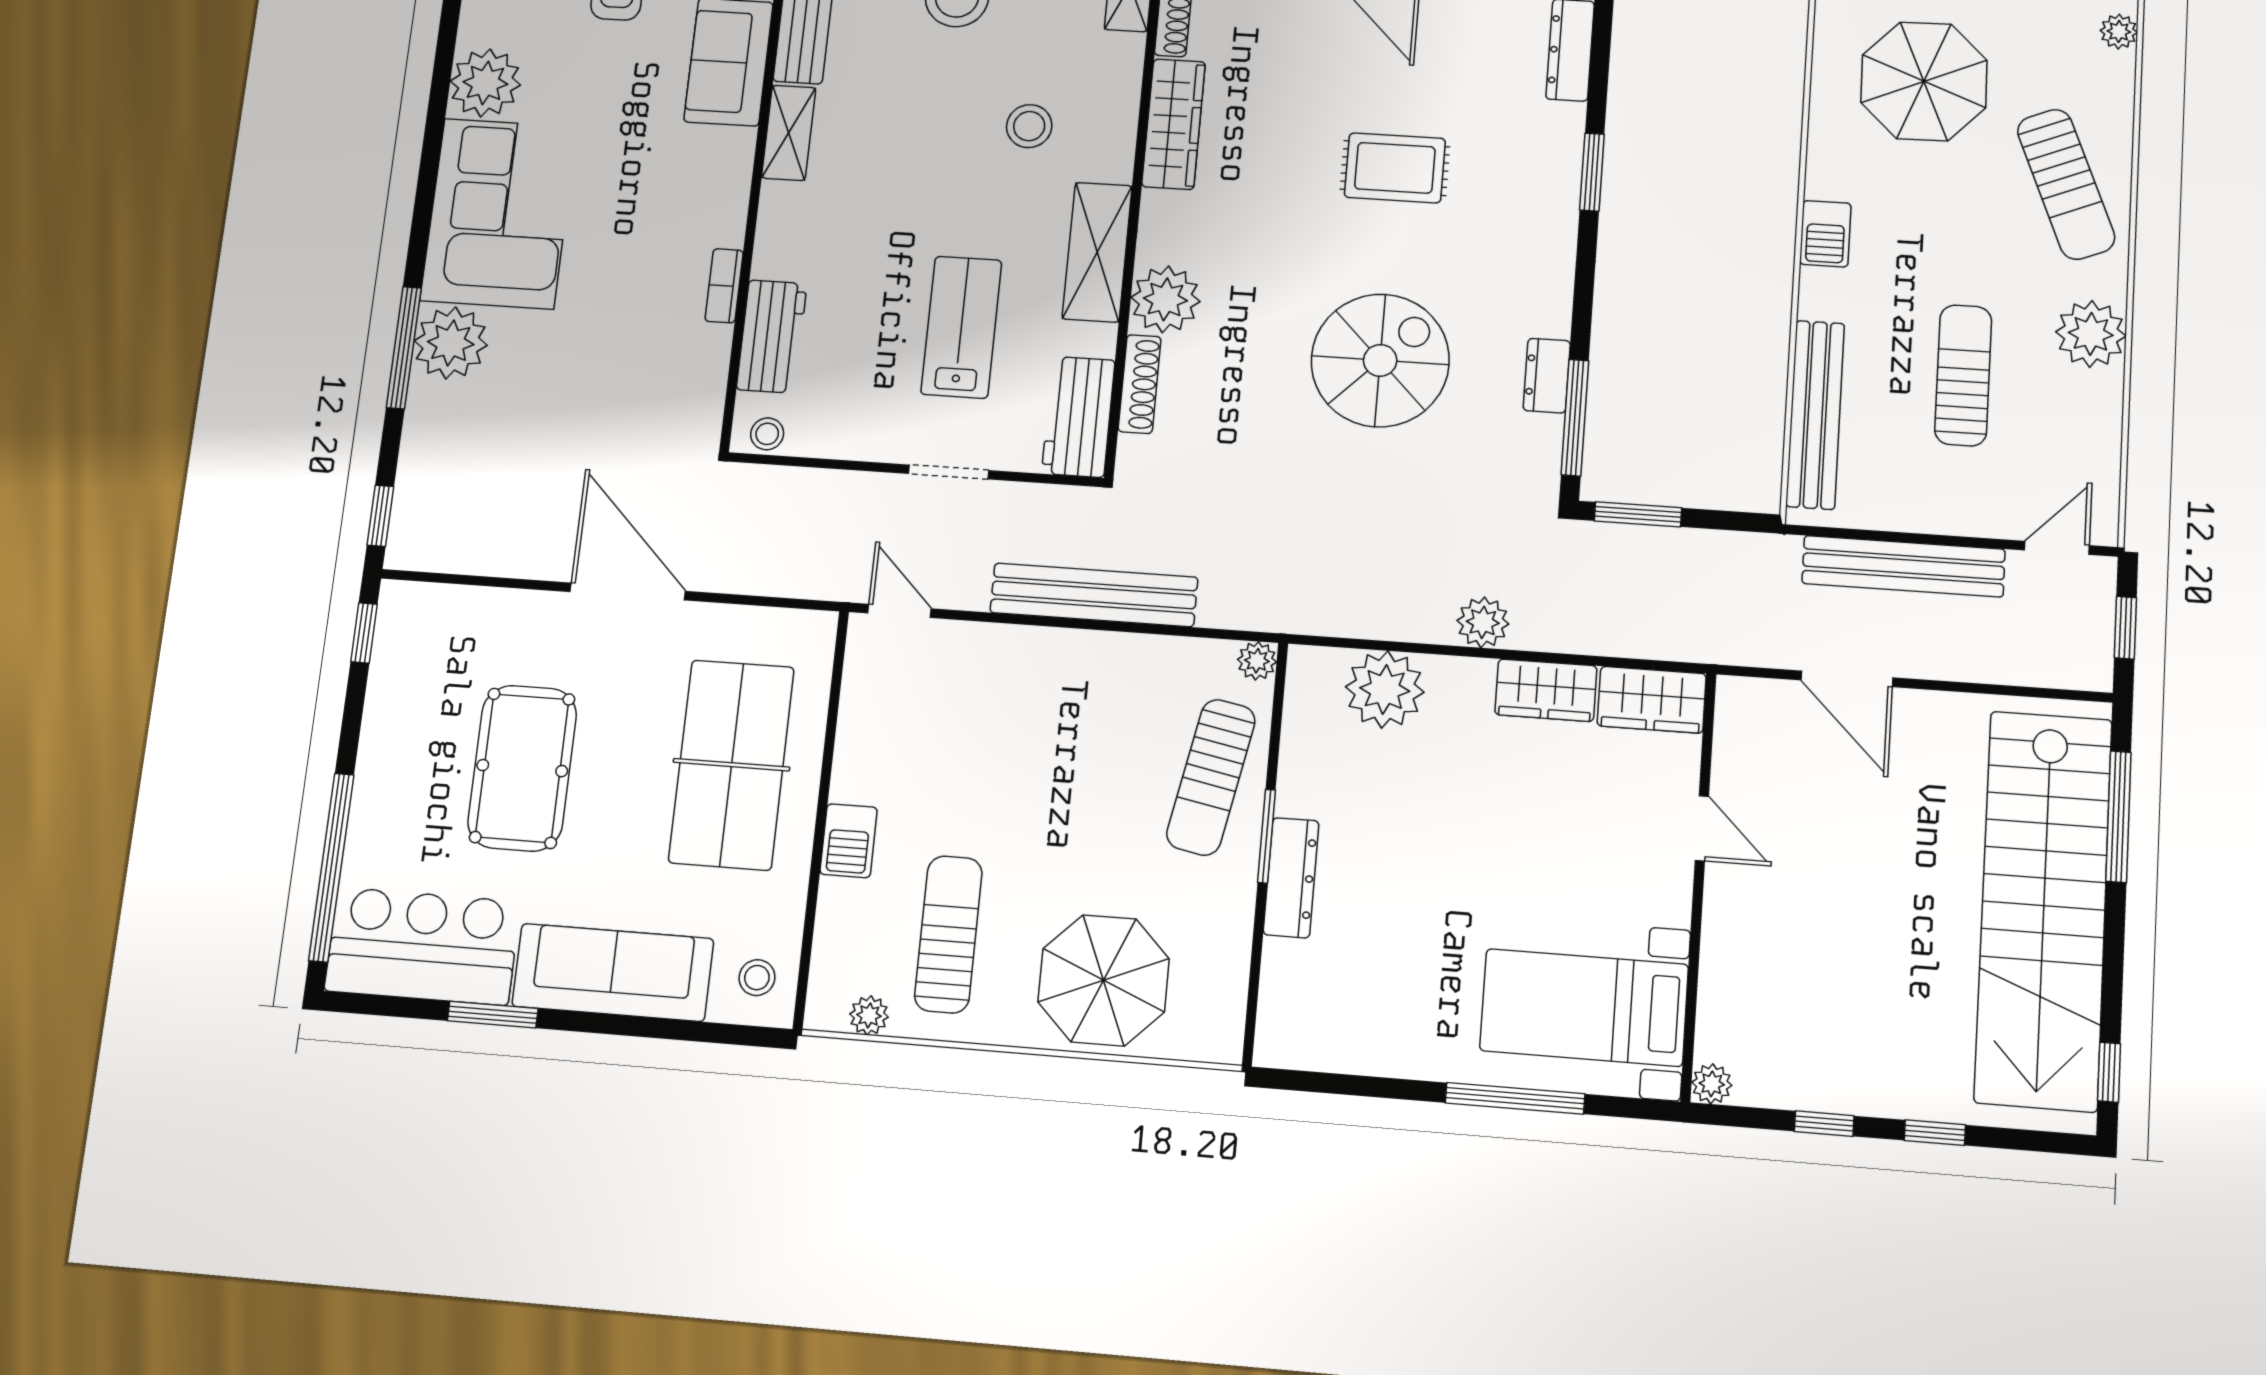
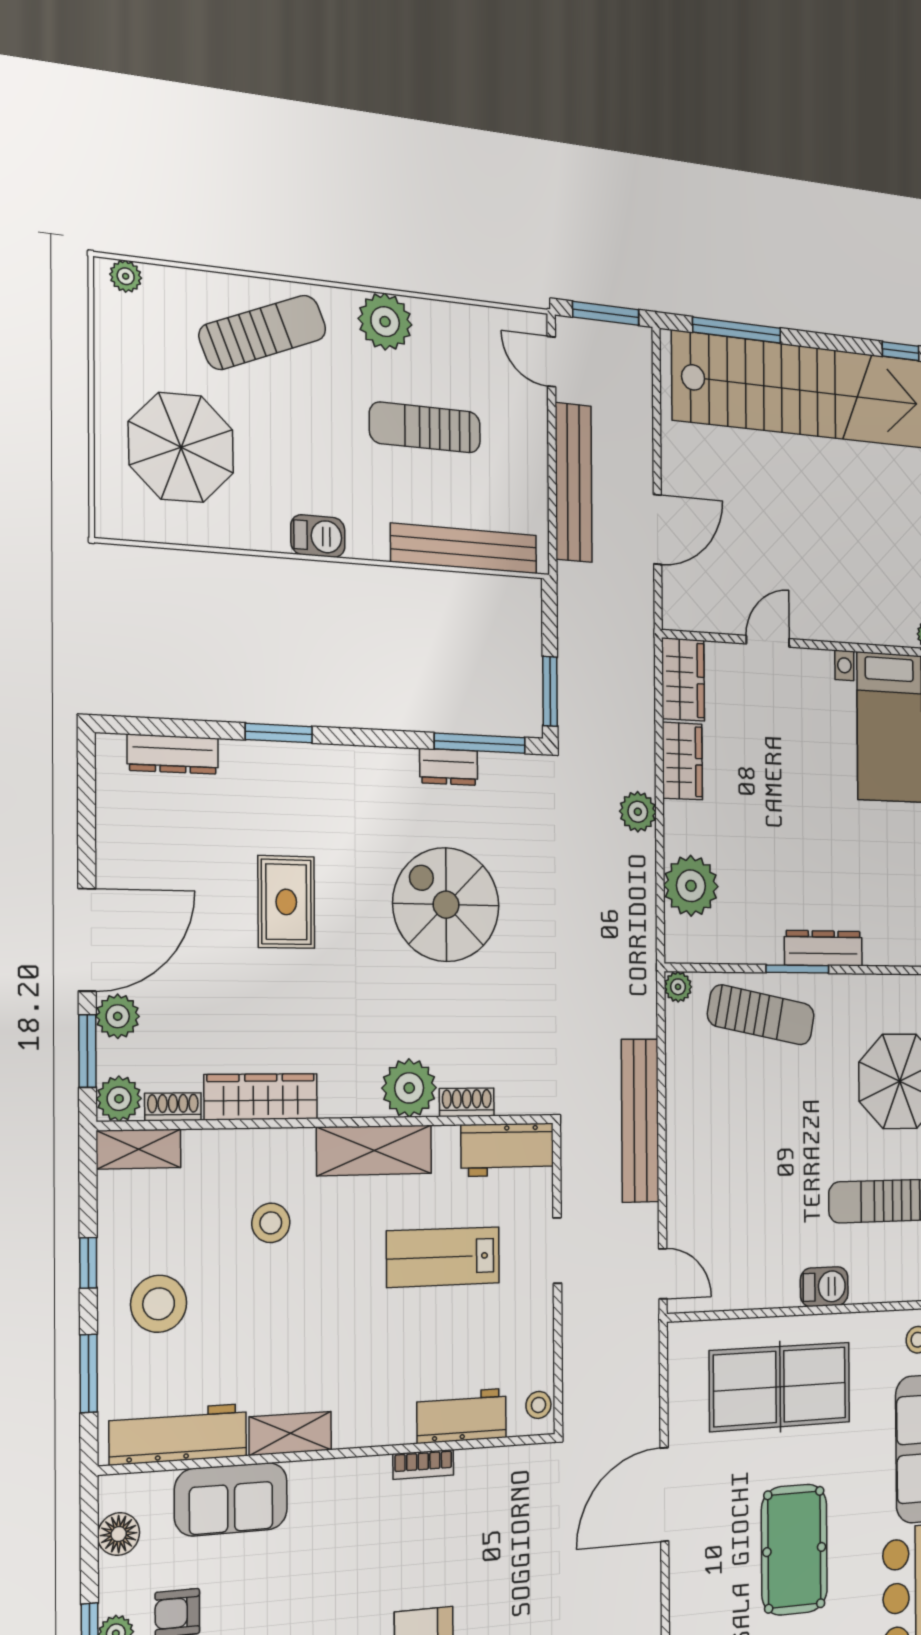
shoe rack: (1140, 384) -> (467, 1102), width x0.70
door: (899, 611) -> (663, 1274), swing flipped
window: (2125, 628) -> (606, 313), width x1.50
pool table: (522, 768) -> (794, 1550), turned 90

